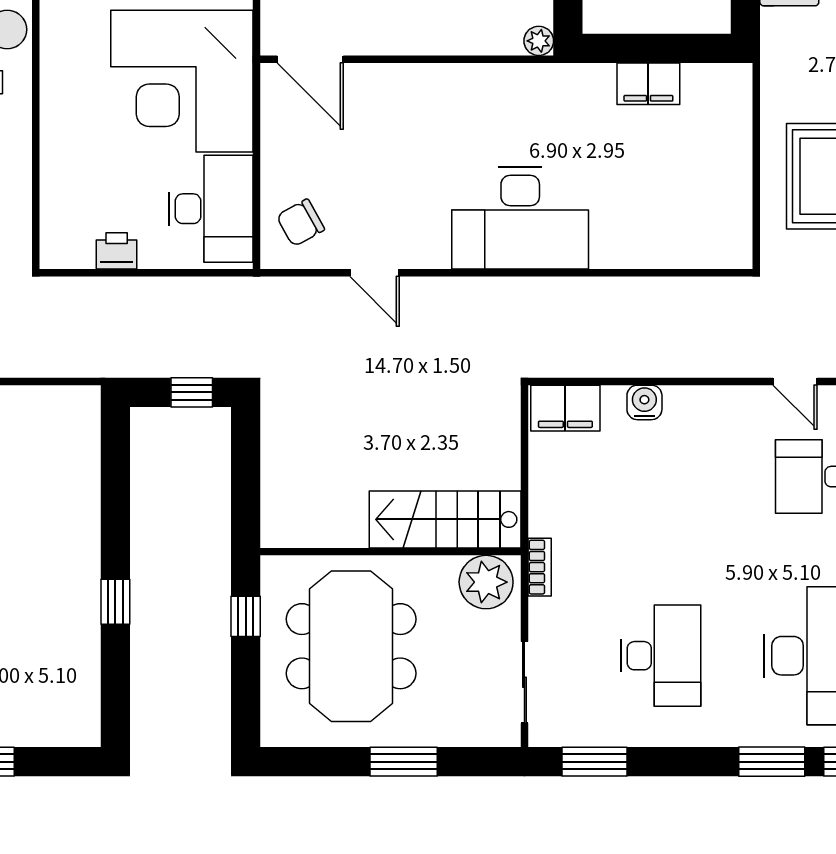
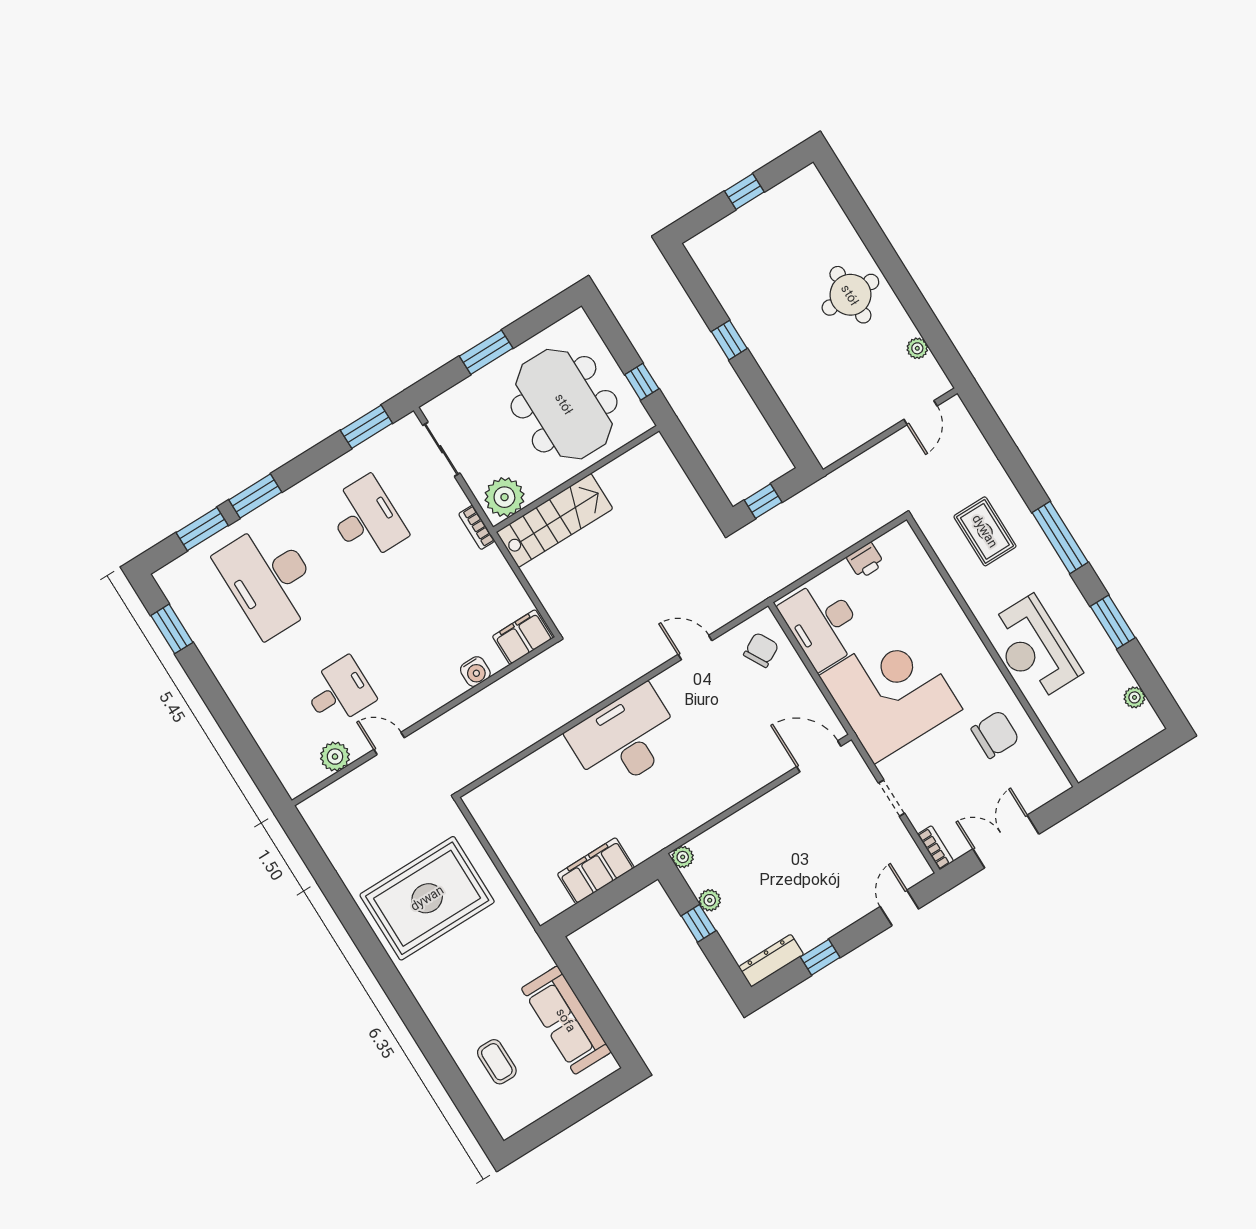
filing cabinet: (648, 84) -> (596, 871), width x1.50, depth x1.17
desk: (661, 656) -> (366, 519), turned 180

